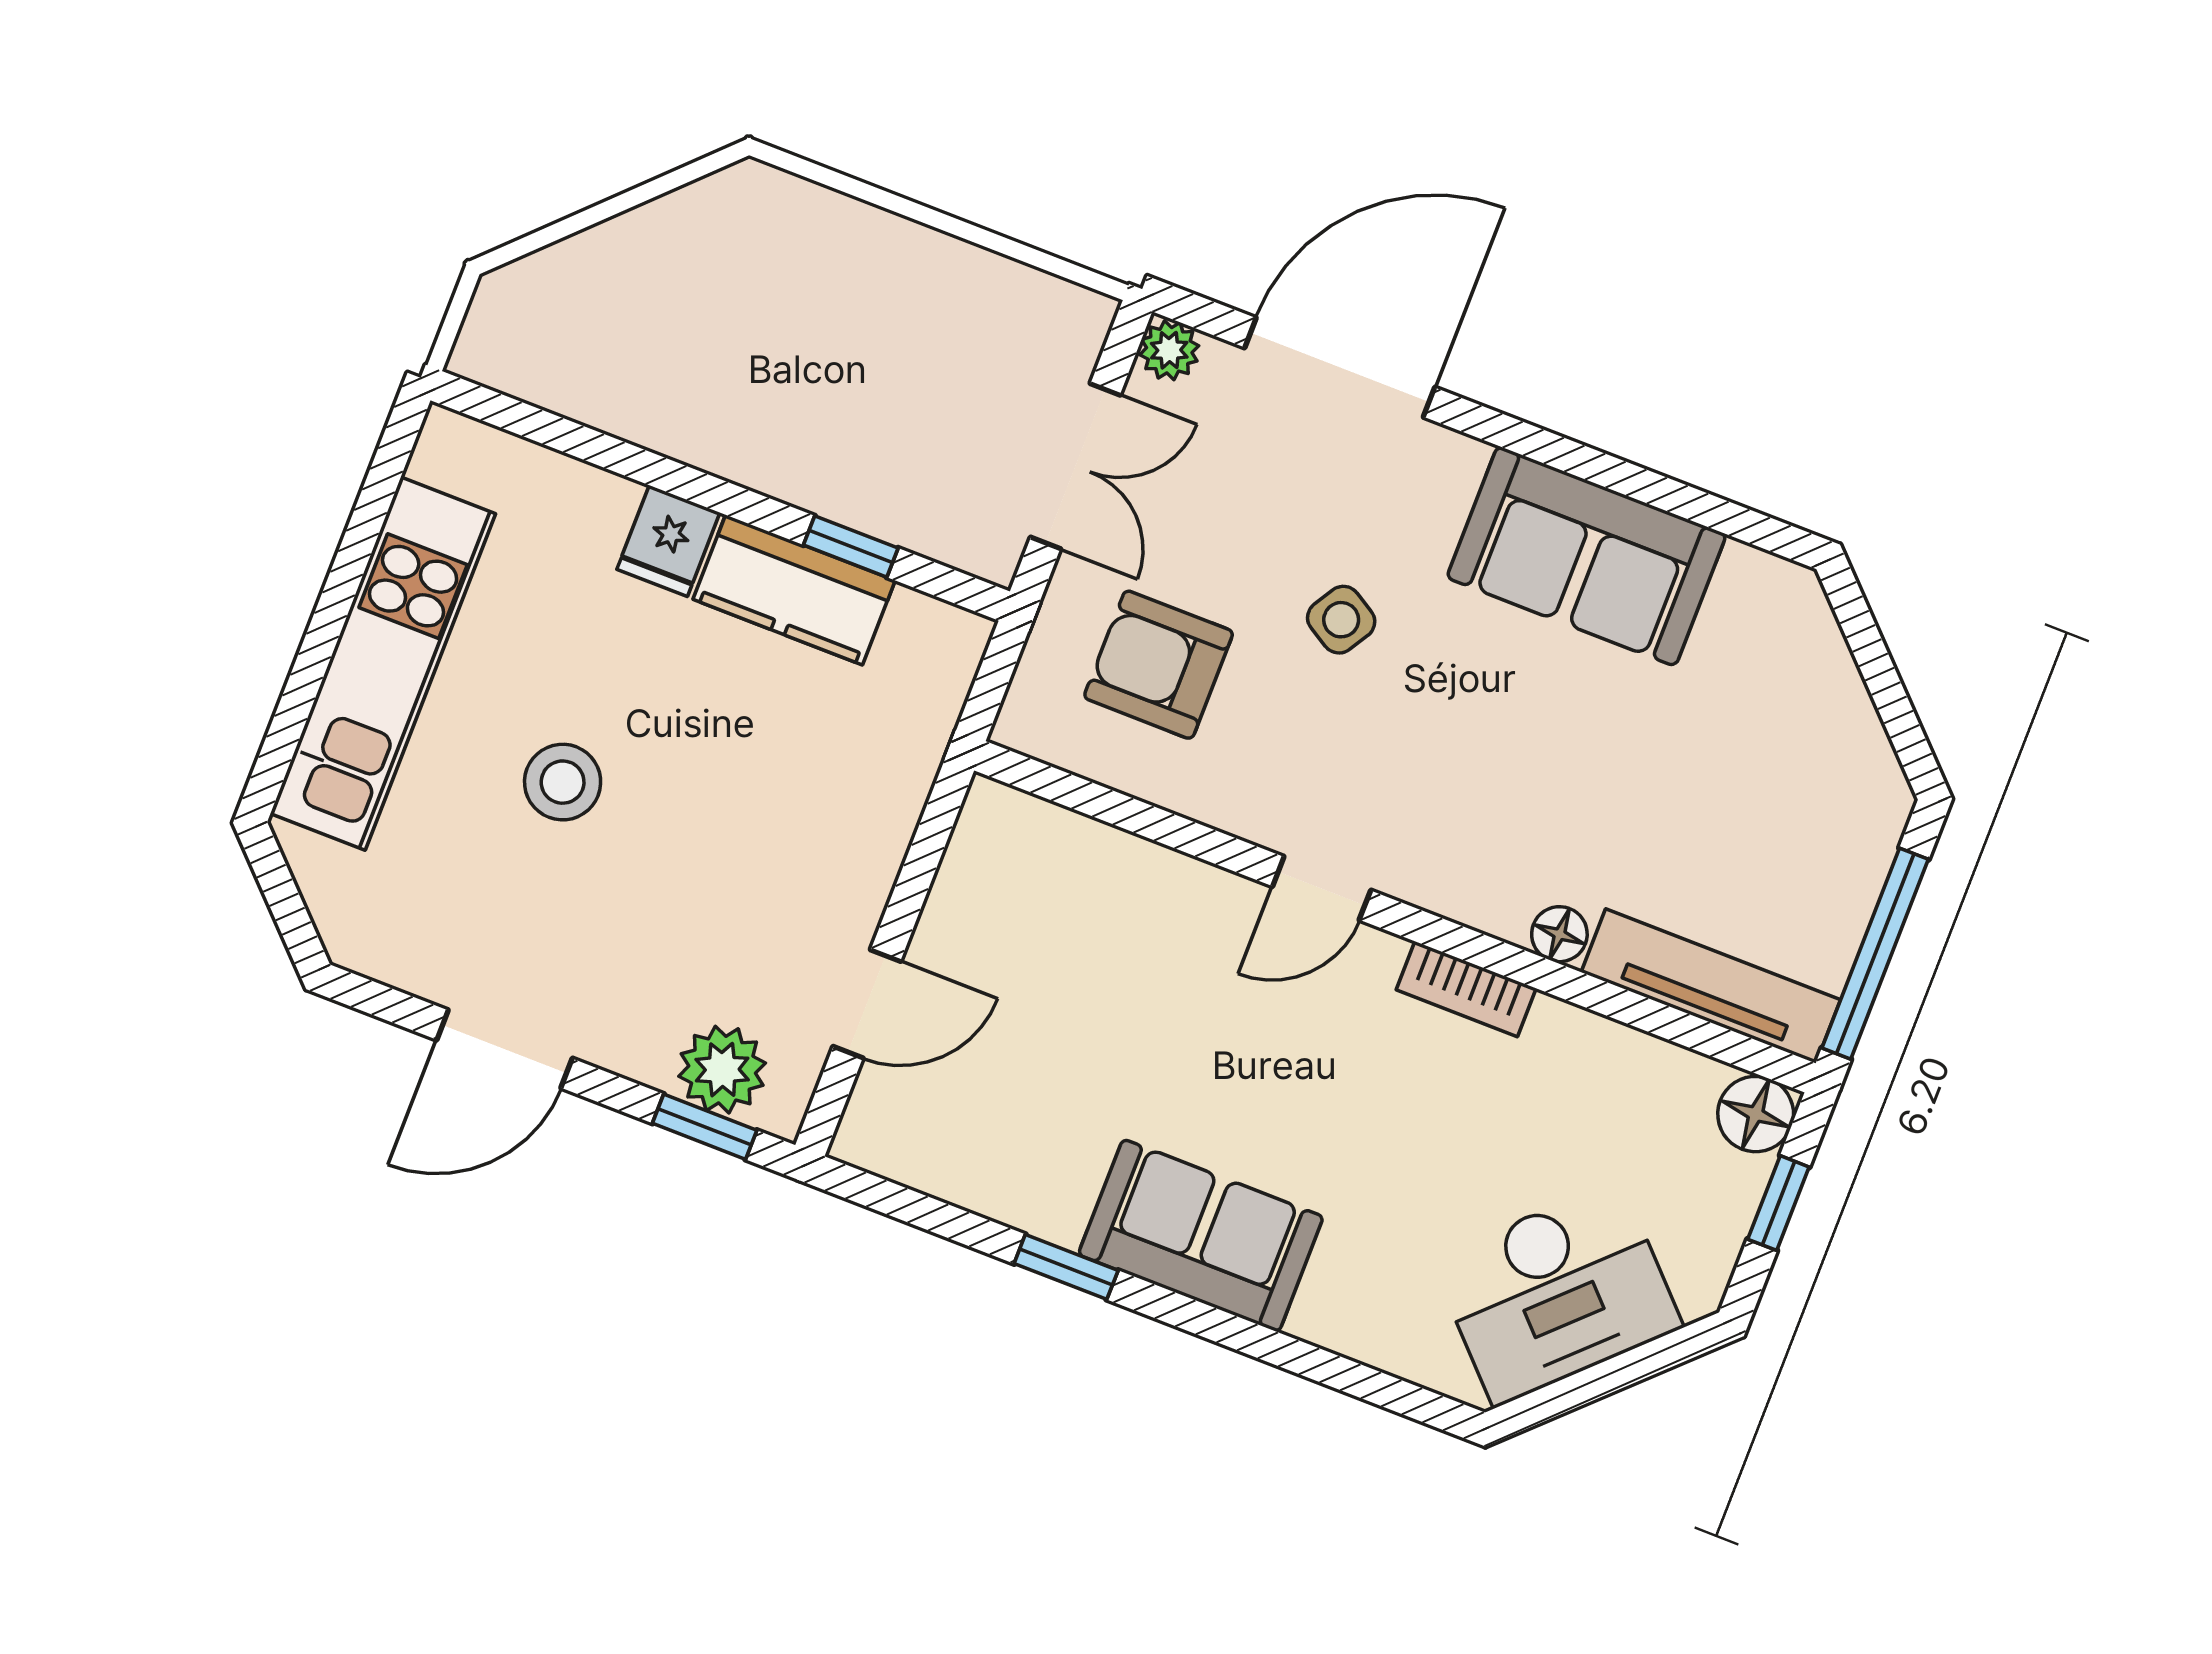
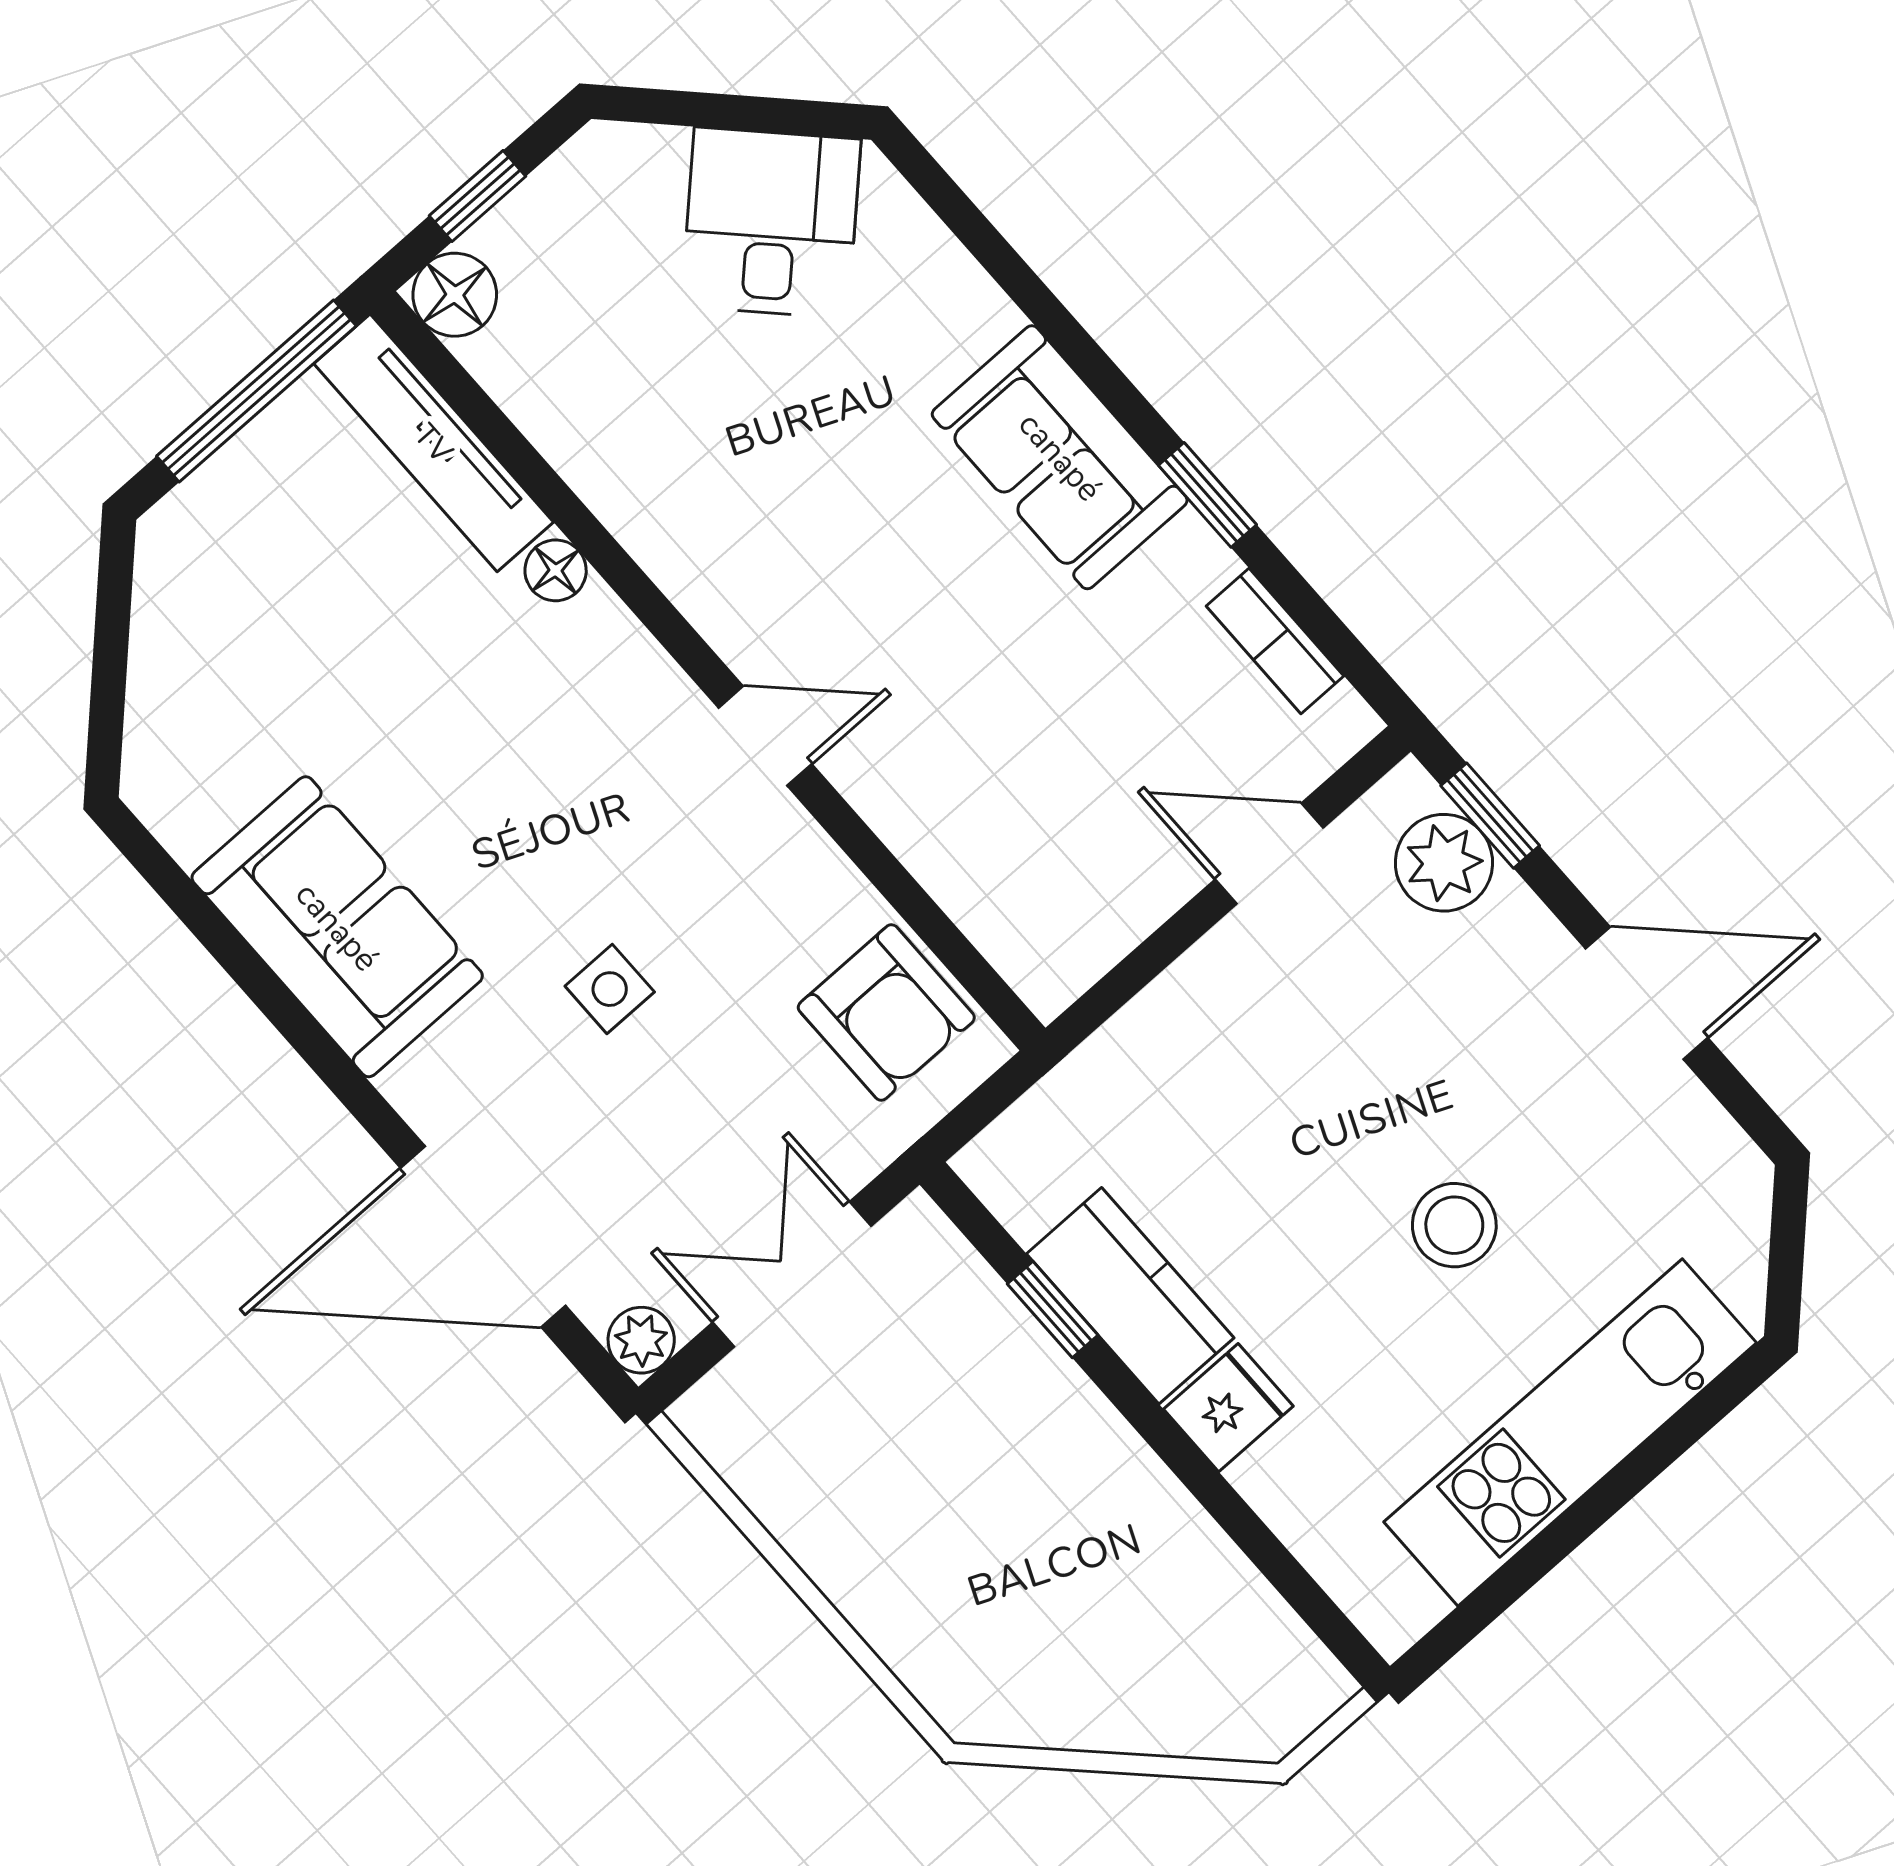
side table: (1341, 620) -> (610, 989), turned -31
armchair: (1159, 665) -> (886, 1012), moved
bookcase: (1466, 989) -> (1275, 641), moved, turned 180
desk: (1557, 1293) -> (771, 223), width x0.73

